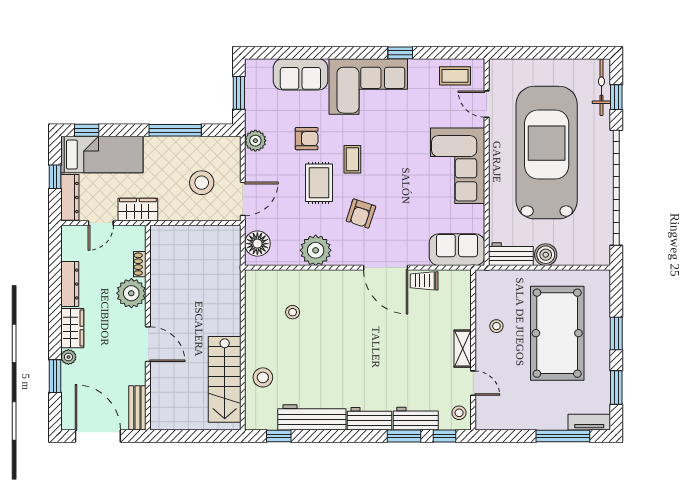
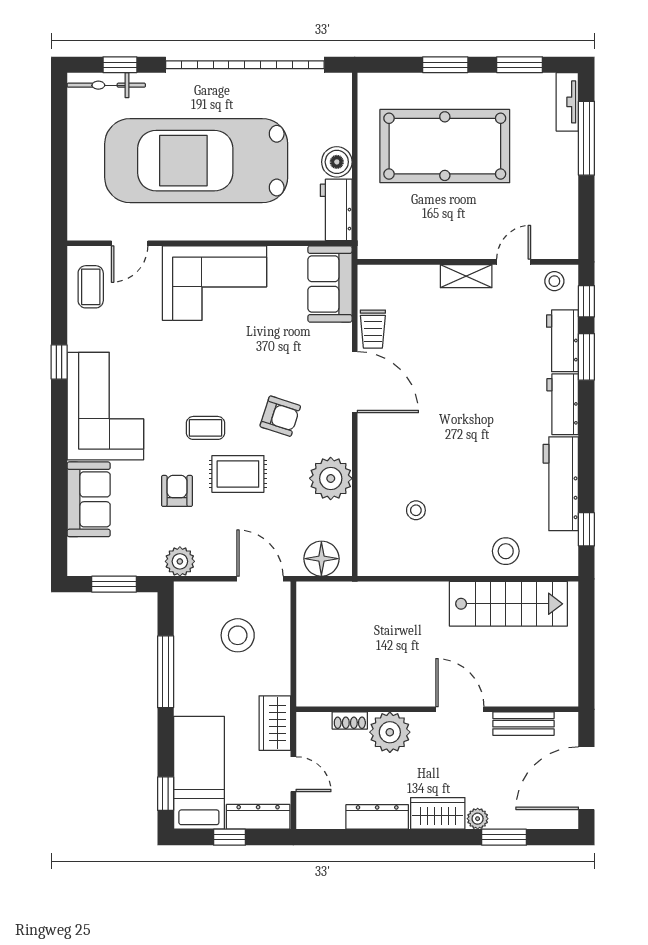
door: (386, 268) -> (355, 382), hinge flipped
stool: (496, 326) -> (435, 230), removed
door: (148, 344) -> (460, 709), hinge flipped
bench: (137, 408) -> (523, 724), moved

